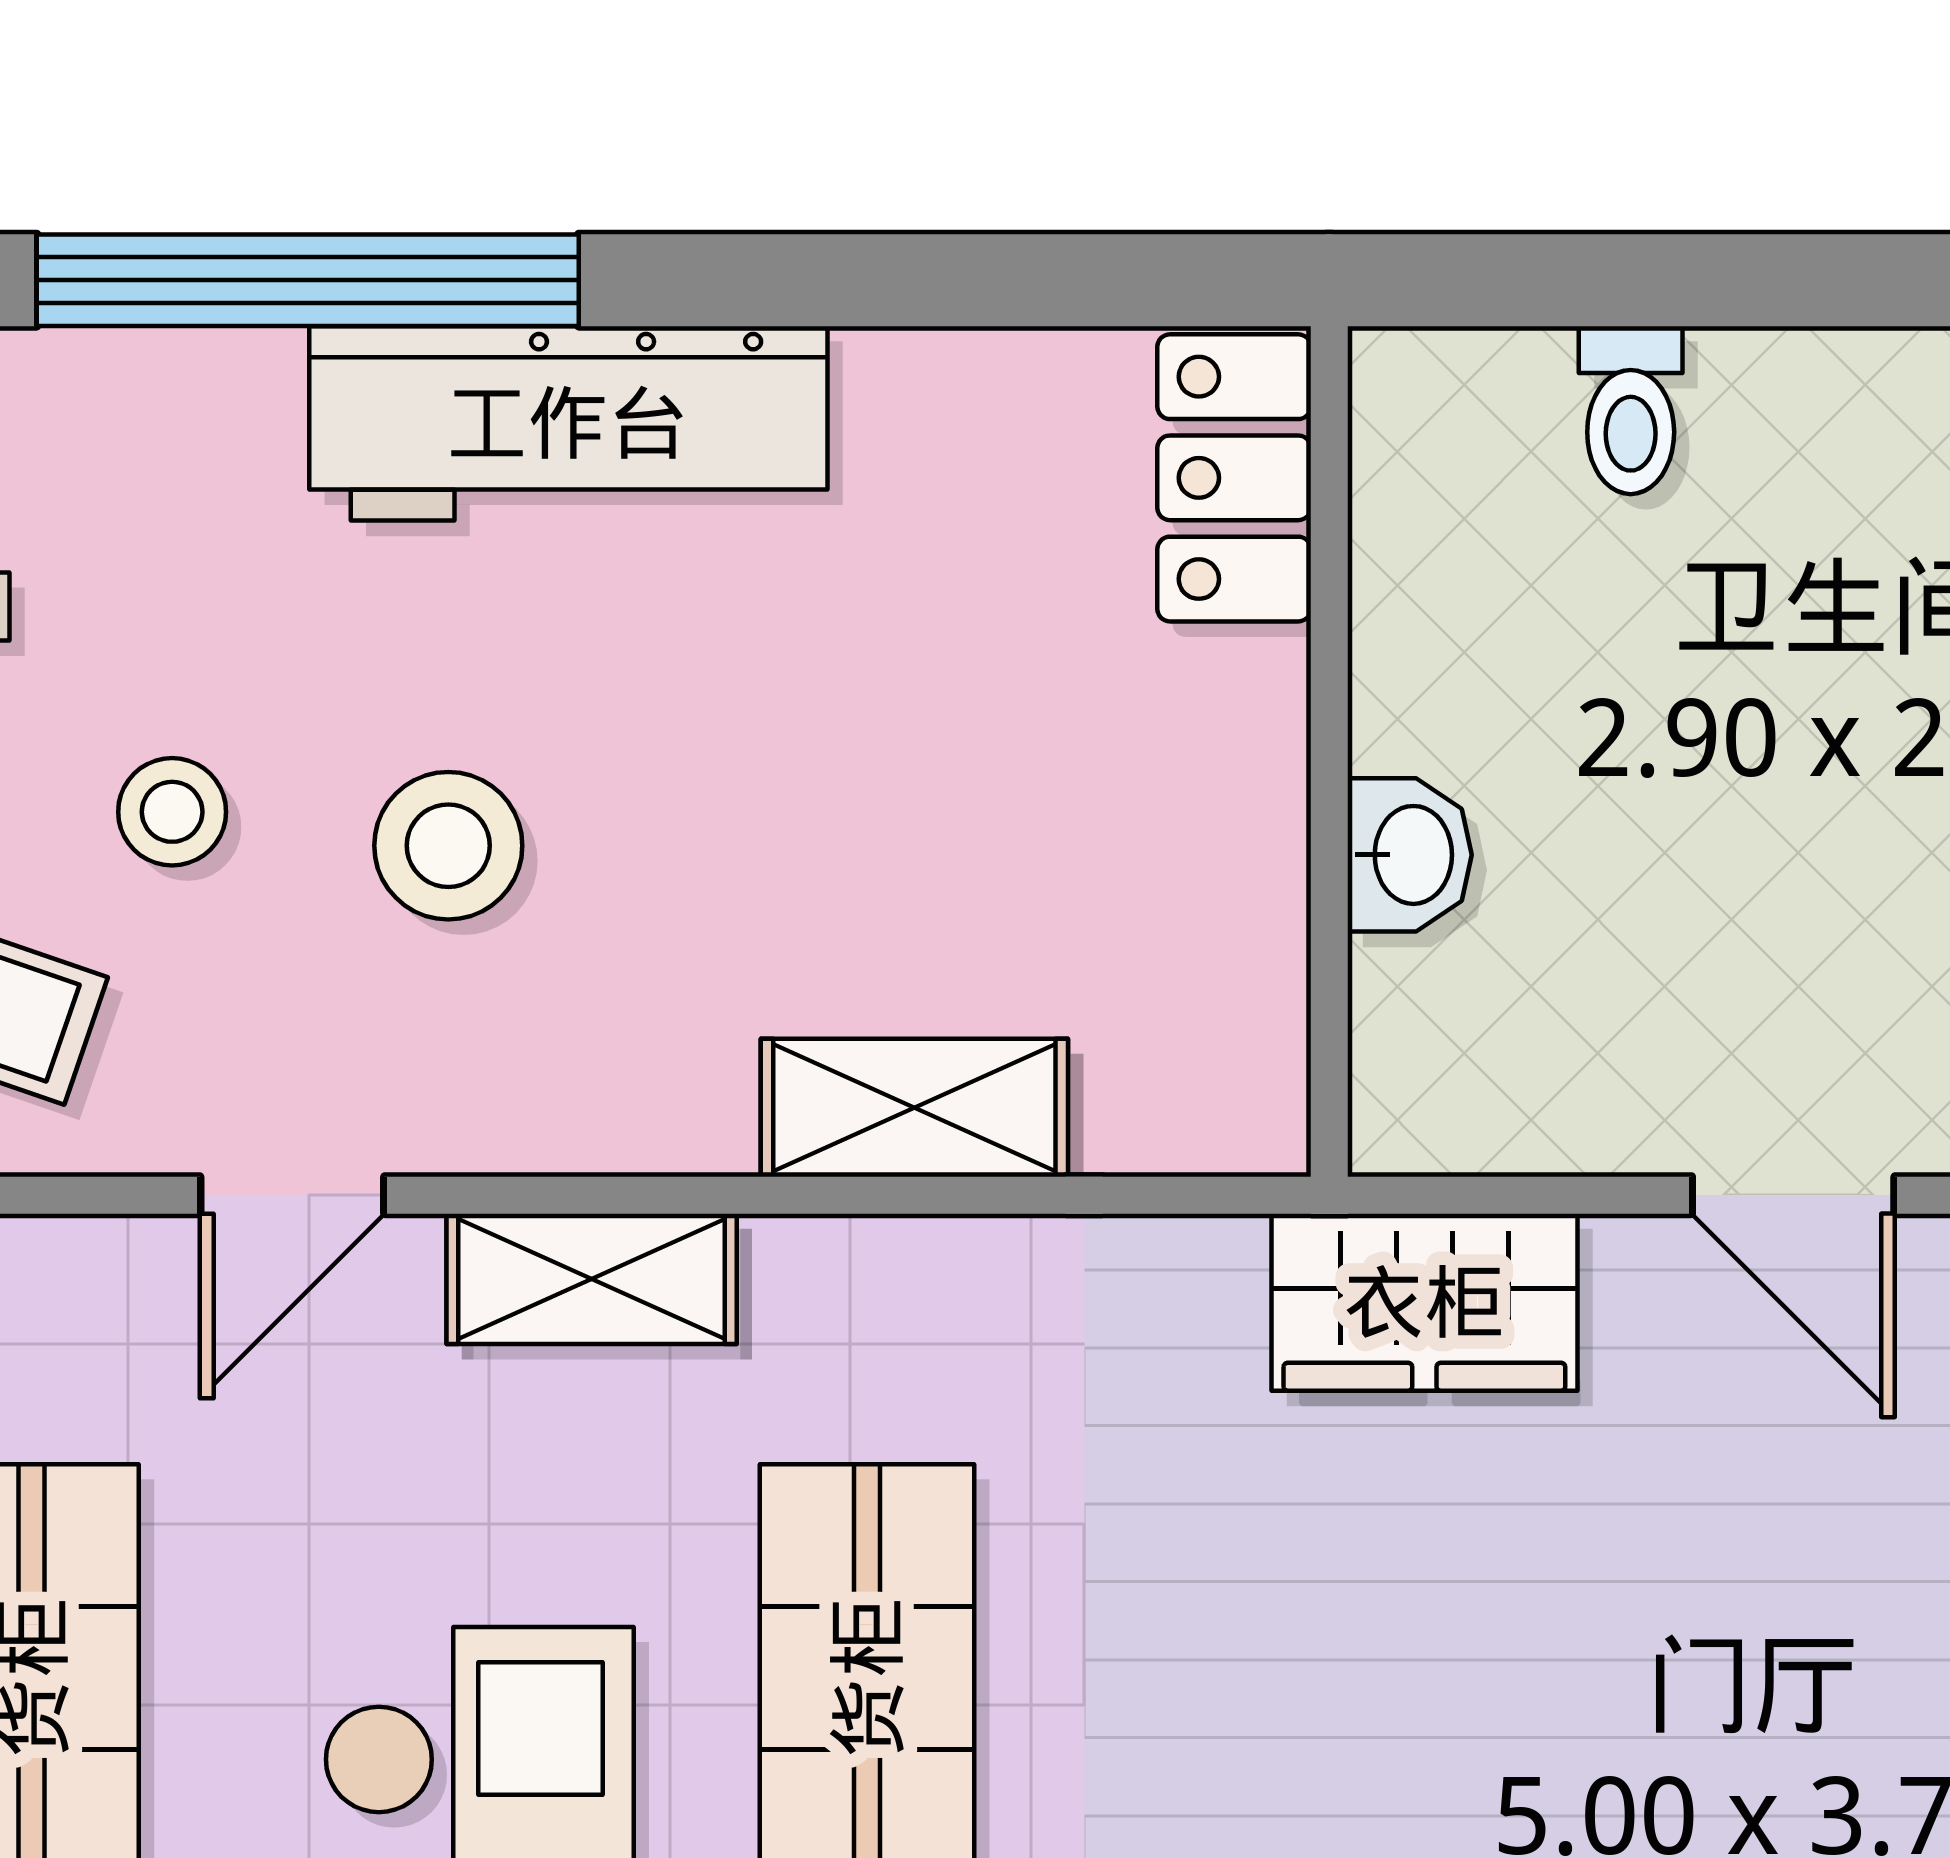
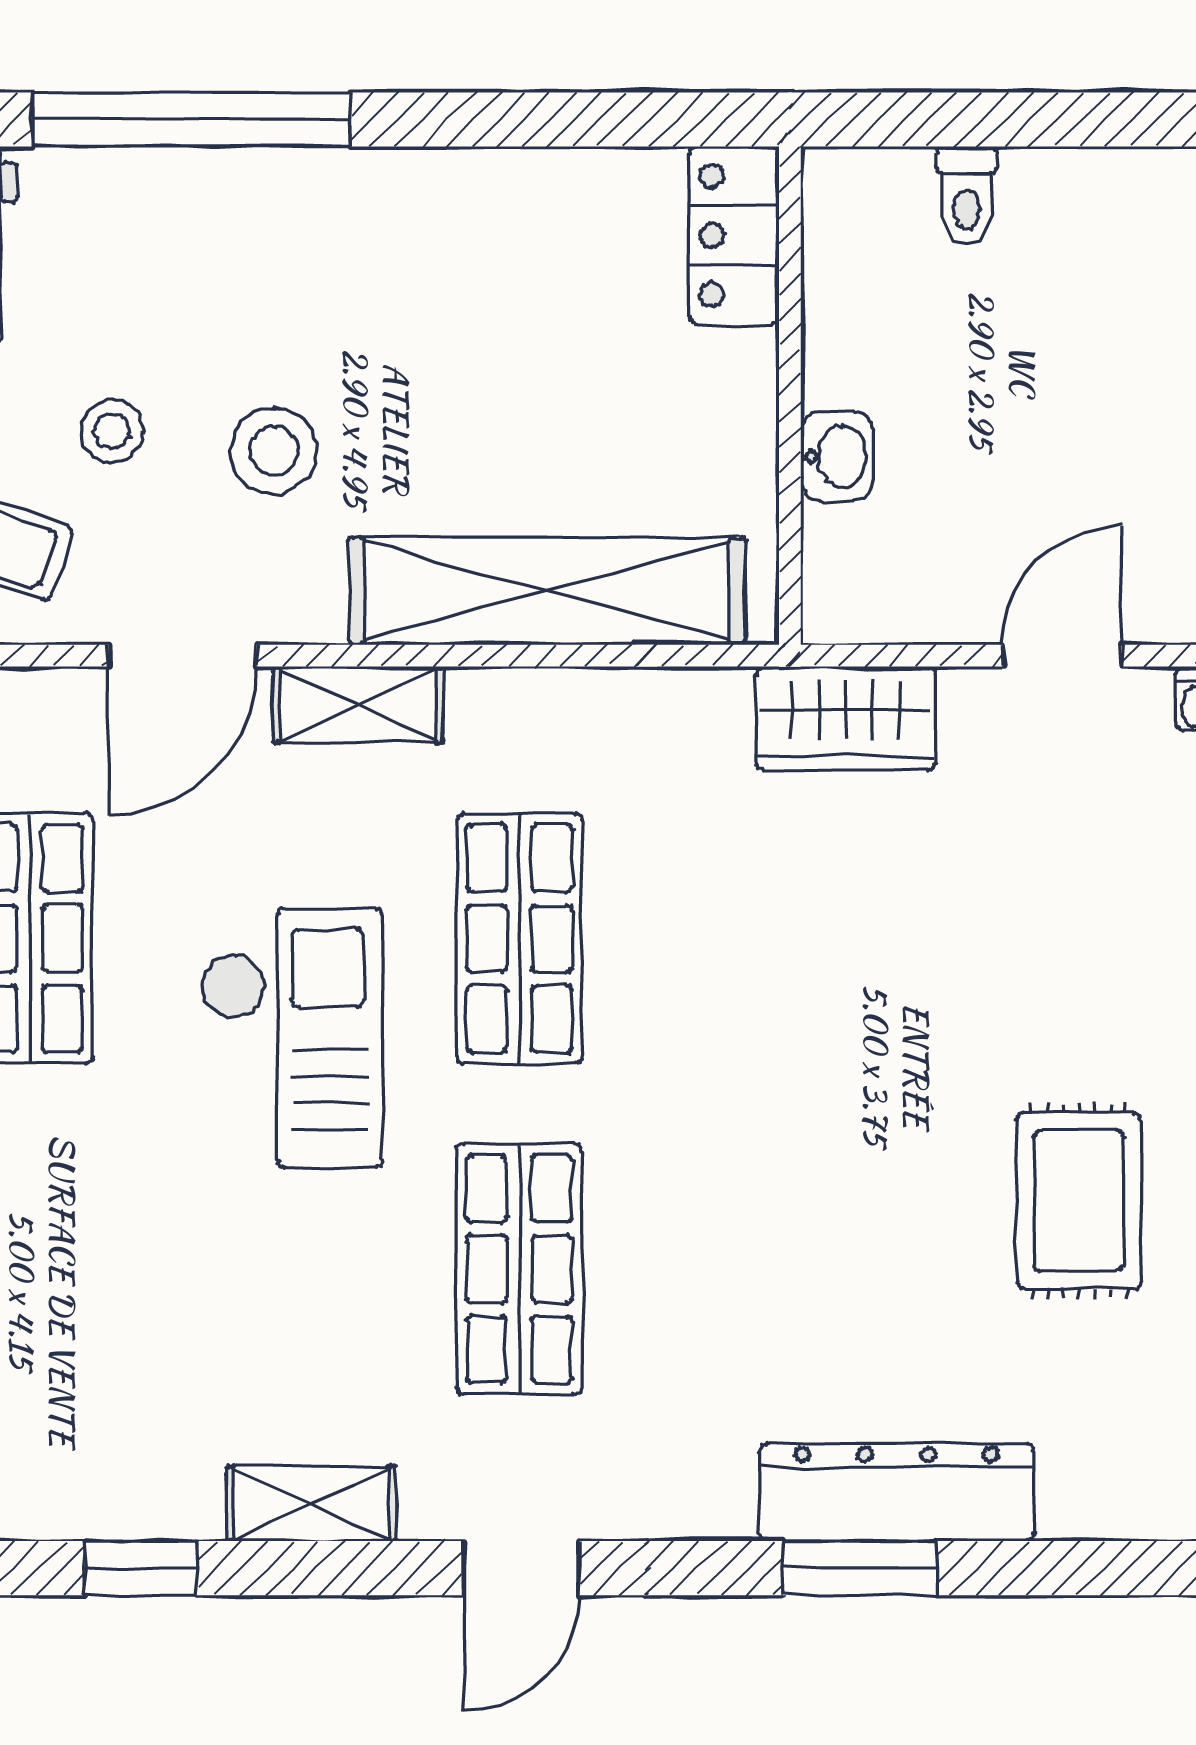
workbench: (568, 423) -> (344, 203), removed
shelving: (914, 1108) -> (547, 591), width x2.20, depth x1.33
door: (292, 1195) -> (183, 656), width x1.38
door: (1793, 1195) -> (1062, 656), swing flipped

